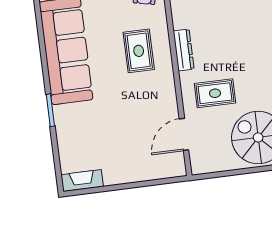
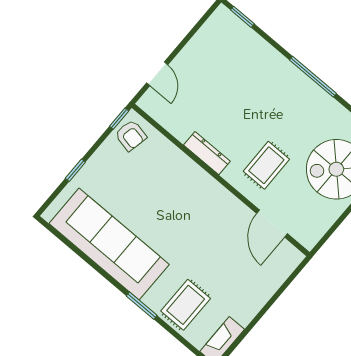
rug: (139, 51) -> (186, 305), moved, turned 90

